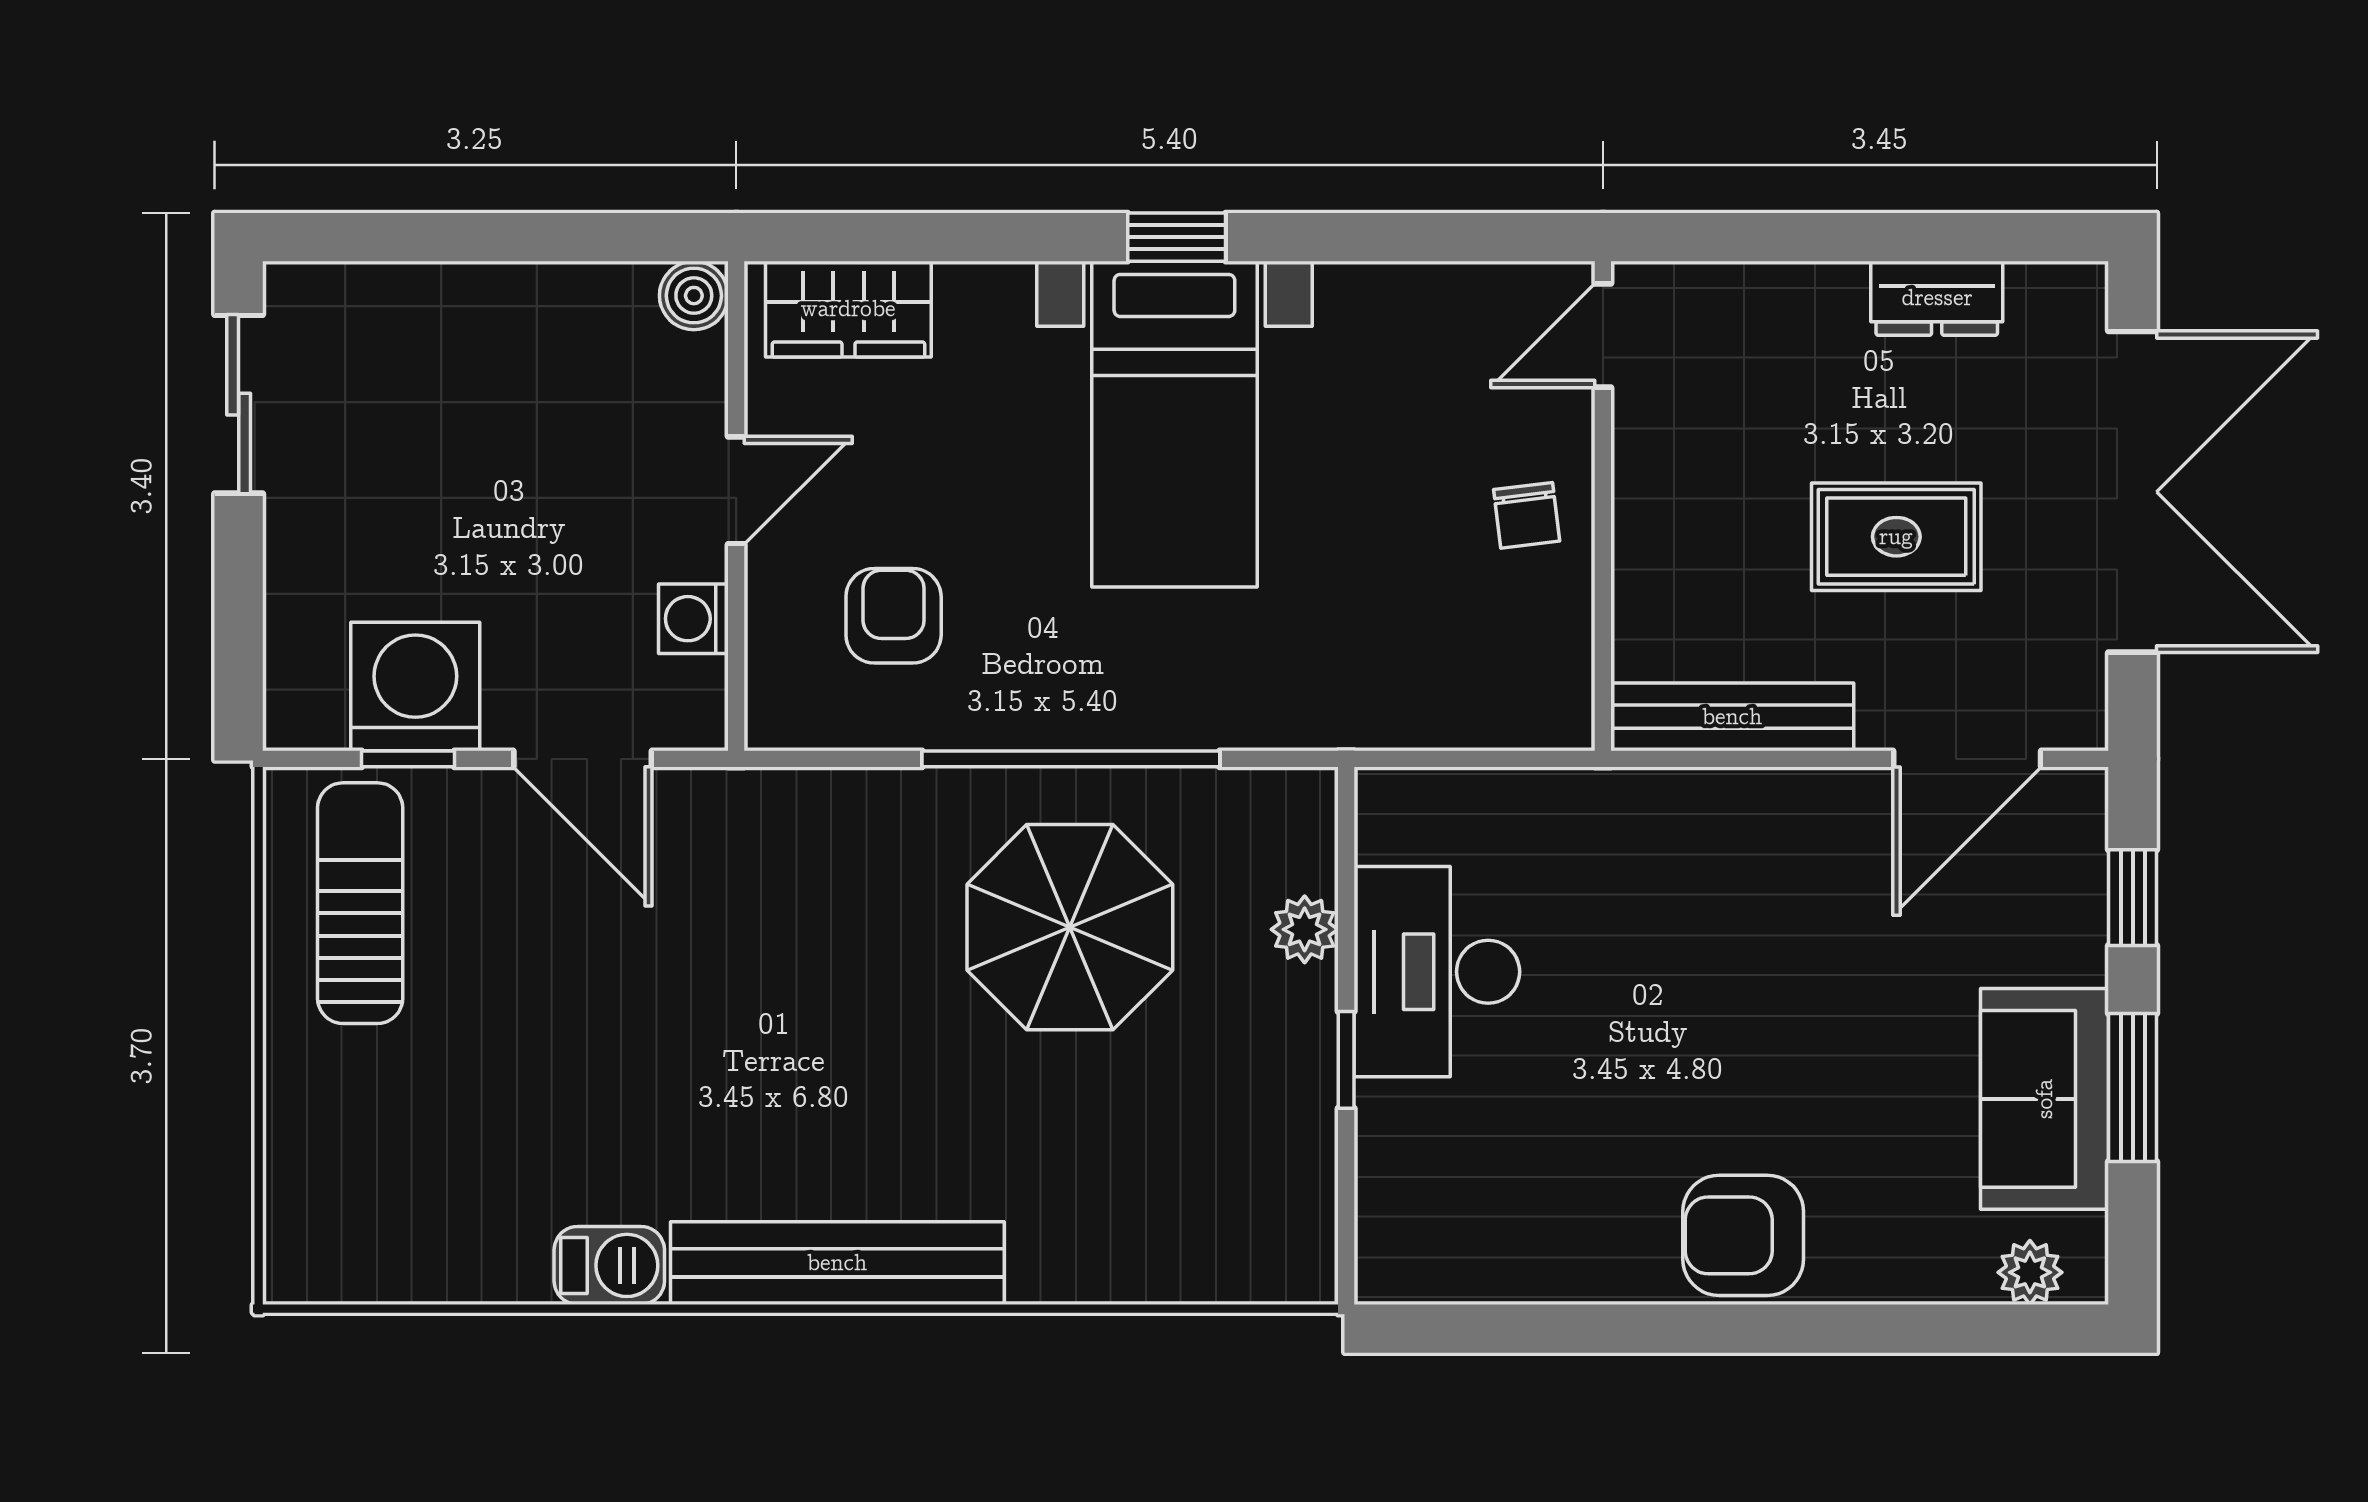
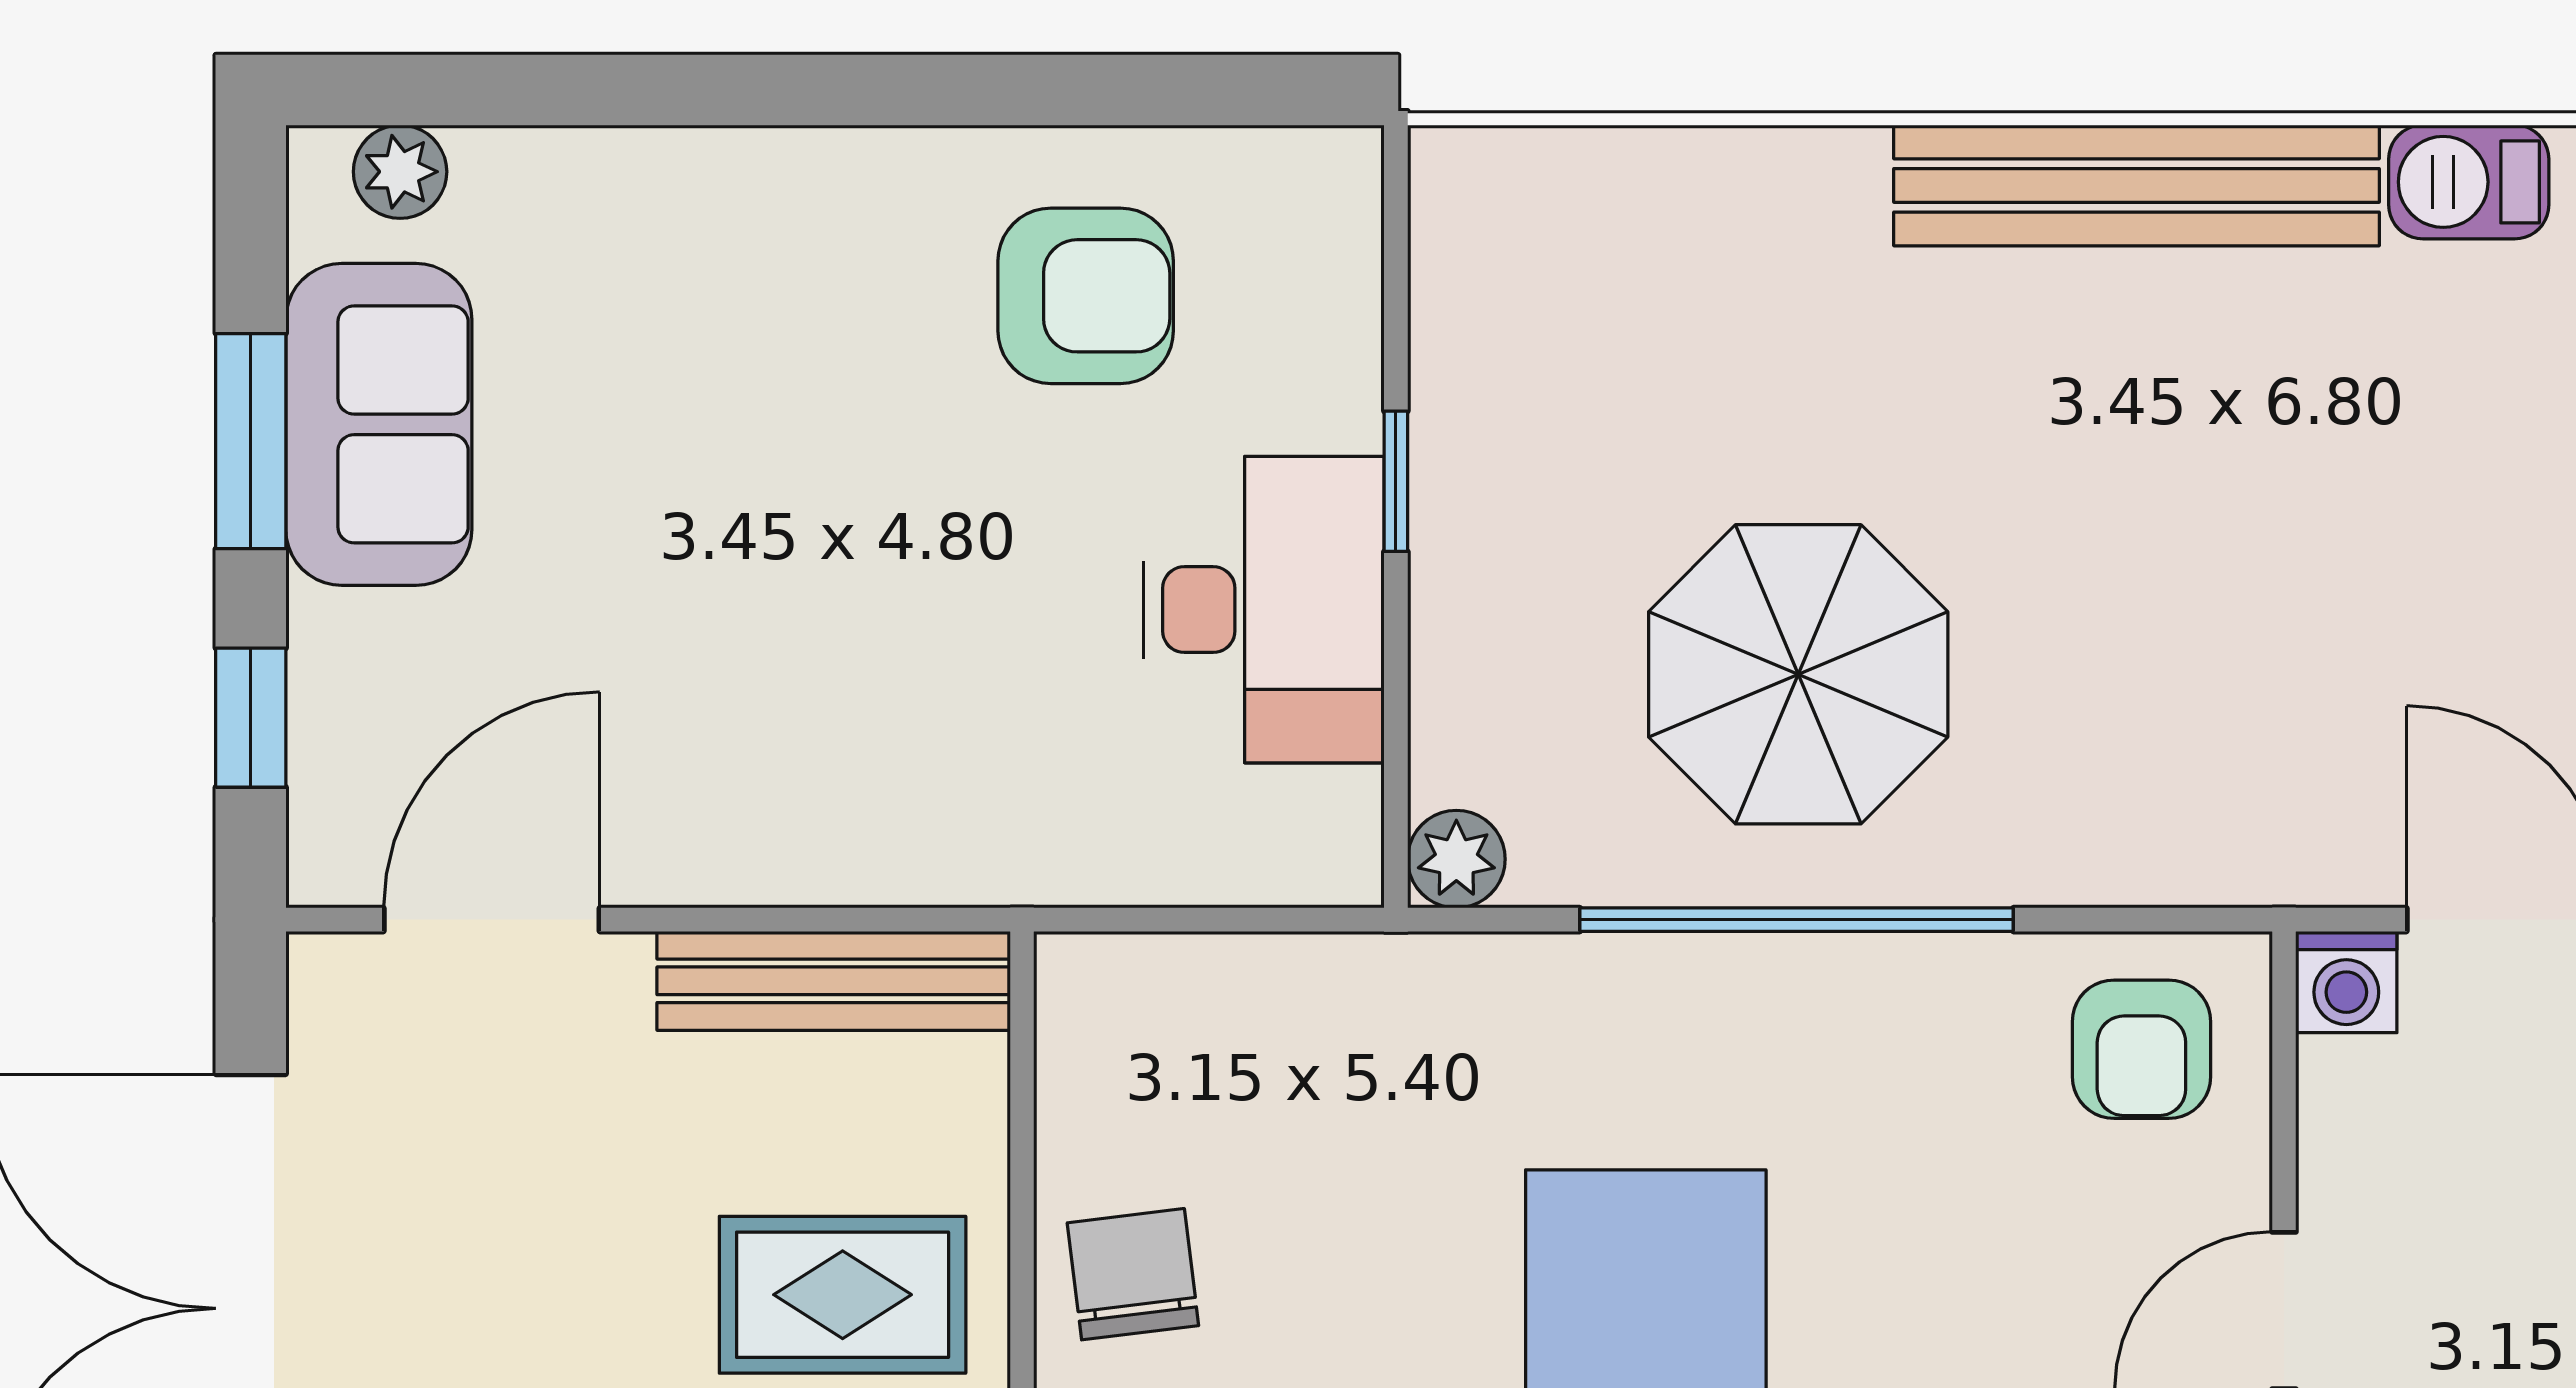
chair: (1527, 515) -> (1133, 1274), width x1.37, depth x1.37
rug: (1896, 537) -> (843, 1295), moved
armchair: (894, 616) -> (2141, 1049), moved
washing machine: (693, 619) -> (2346, 982), moved, turned 90
plant: (1305, 929) -> (1456, 859), moved
armchair: (1743, 1235) -> (1086, 296), moved

